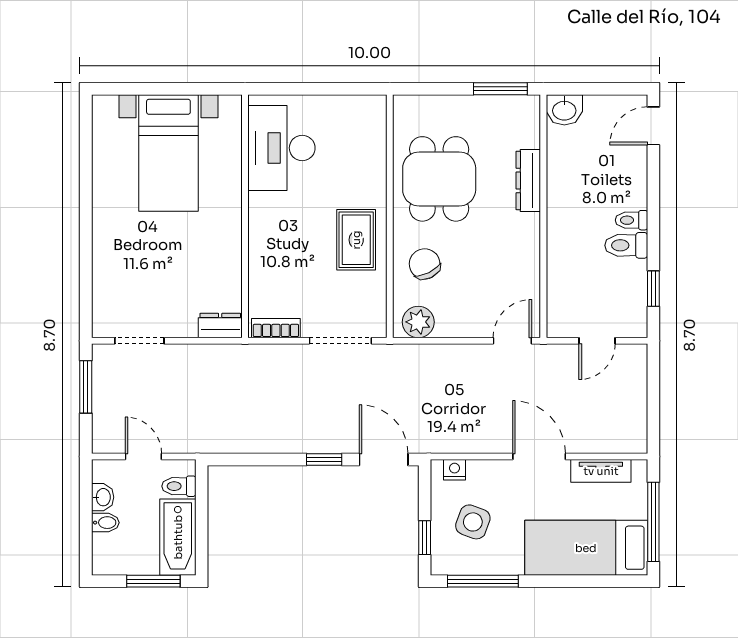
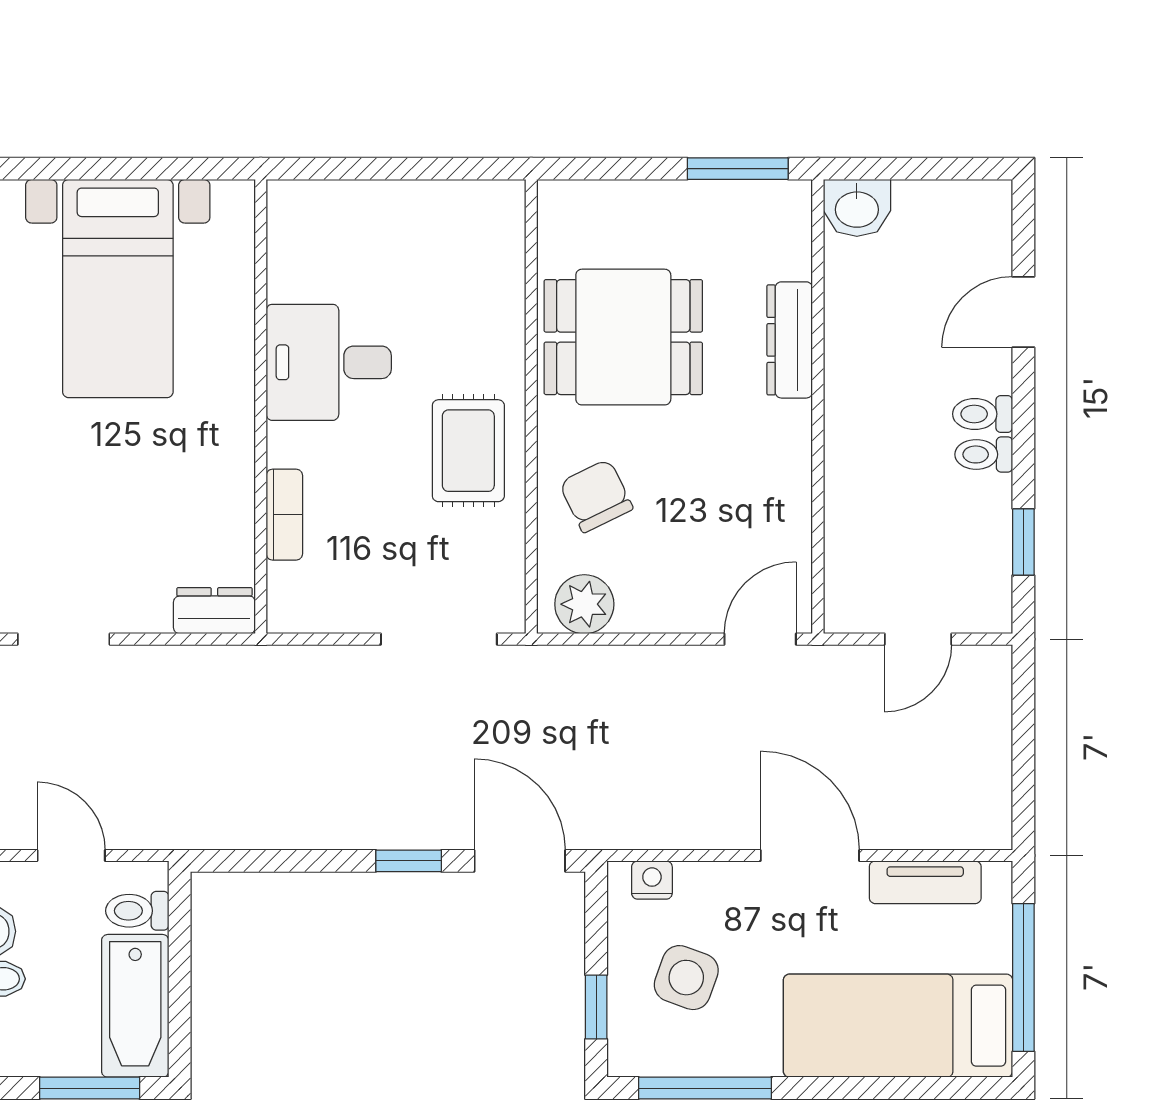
door: (653, 126) -> (1023, 312), moved
desk: (281, 148) -> (329, 362), moved, width x0.73
dining table: (439, 179) -> (623, 337), turned 90
toilet: (626, 245) -> (984, 454), width x0.73, depth x0.72
bookcase: (276, 328) -> (284, 515), moved, turned 90

